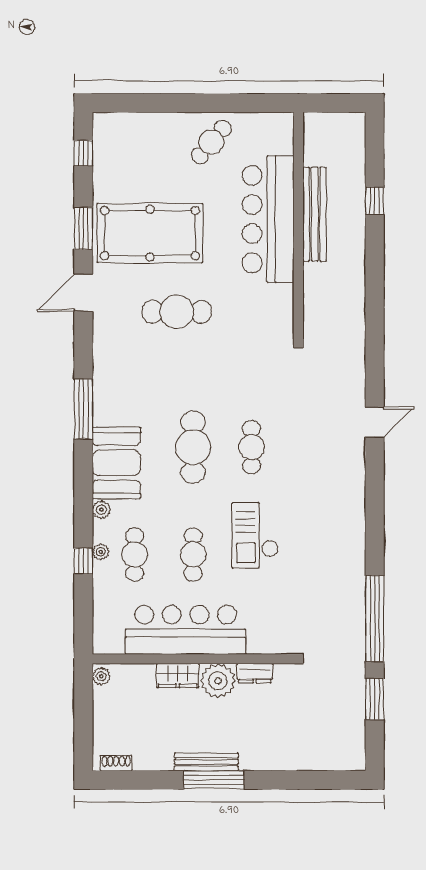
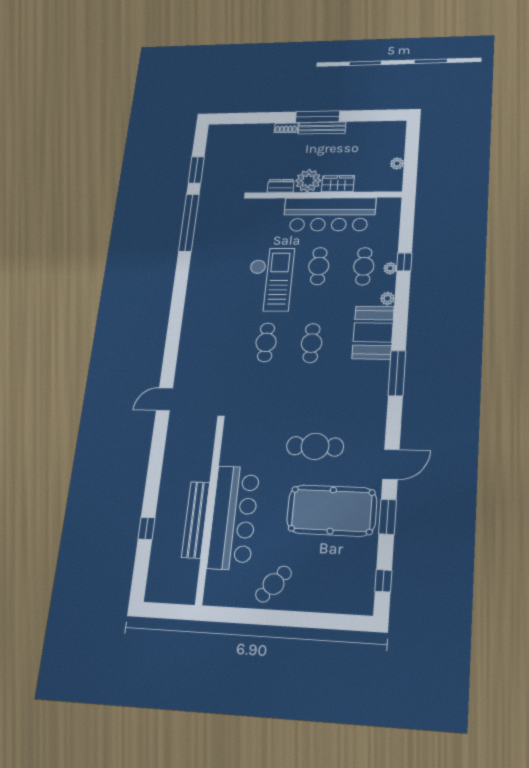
door: (375, 422) -> (164, 399), moved
cafe table: (193, 447) -> (312, 343), width x0.73, depth x0.74
checkout: (255, 535) -> (270, 279), width x1.36, depth x1.21
plant: (101, 676) -> (397, 163), moved
shoe rack: (116, 763) -> (286, 128), moved

